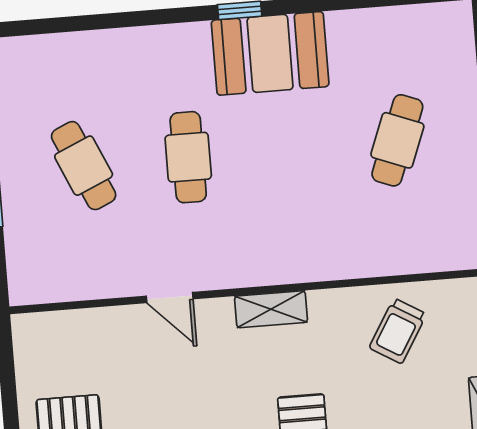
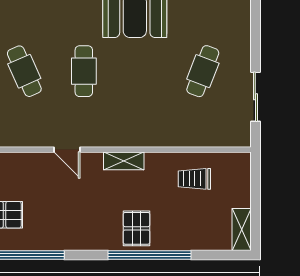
trolley: (398, 331) -> (194, 179), turned 59

